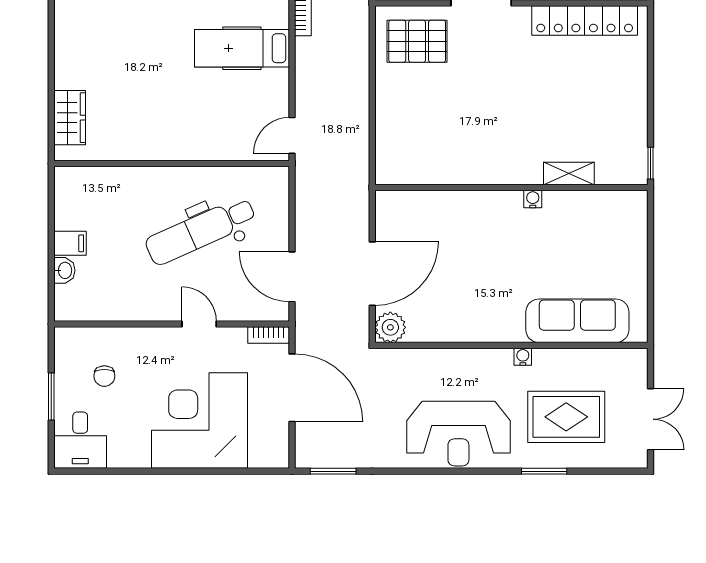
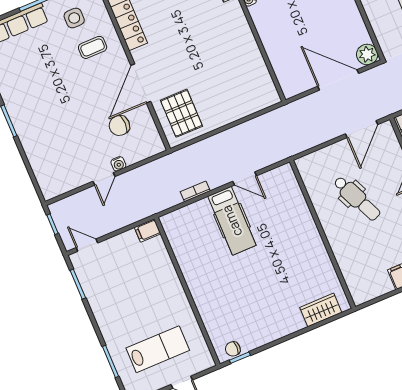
door: (292, 135) -> (245, 179), moved
dental chair: (201, 231) -> (357, 198), width x0.73, depth x0.72

